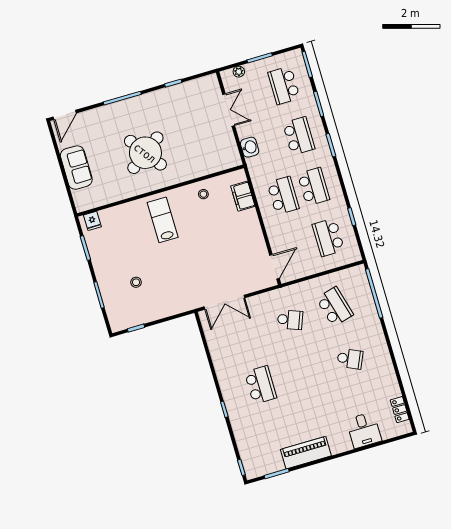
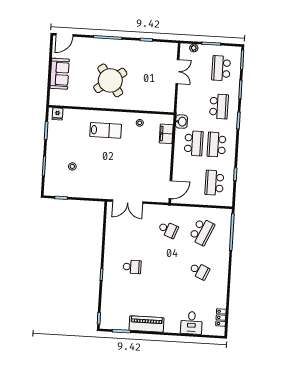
washbasin: (250, 147) -> (181, 122), moved
school desk: (314, 187) -> (217, 145), turned 180
lab bench: (163, 220) -> (106, 130), turned 90
school desk: (335, 307) -> (202, 232), turned 39
school desk: (261, 385) -> (132, 267), width x0.54

